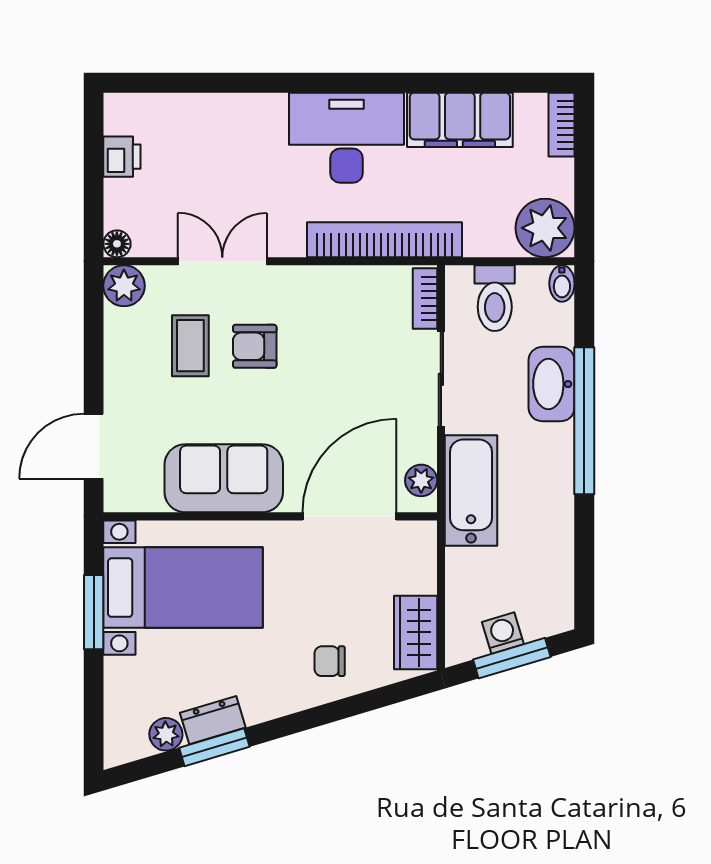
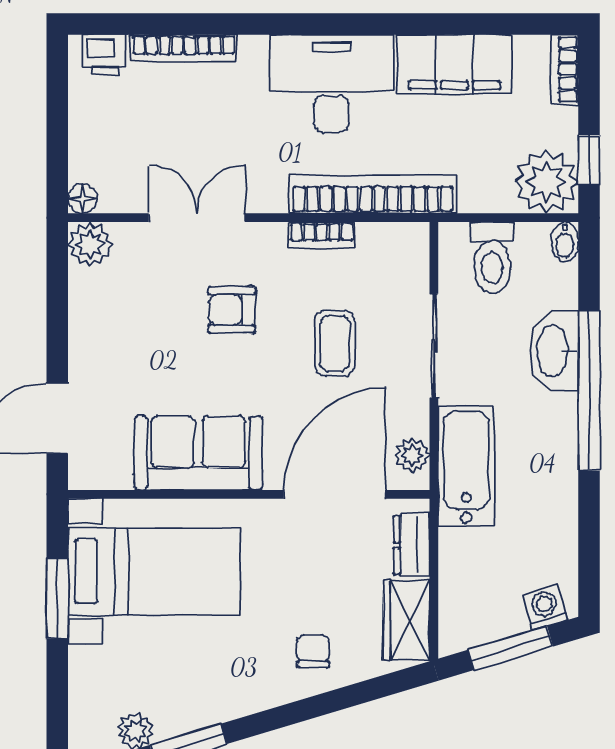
bookcase: (210, 105) -> (184, 48), added
printer: (122, 157) -> (105, 55), moved, turned 90
window: (584, 208) -> (589, 160), added
bookcase: (425, 298) -> (321, 235), moved, turned -90
coffee table: (190, 346) -> (335, 343), moved
washing machine: (503, 633) -> (545, 608), moved
chair: (330, 661) -> (313, 651), turned 90
dresser: (213, 720) -> (412, 545), moved, turned -73

